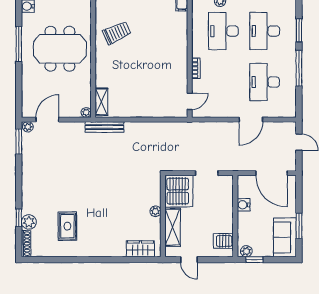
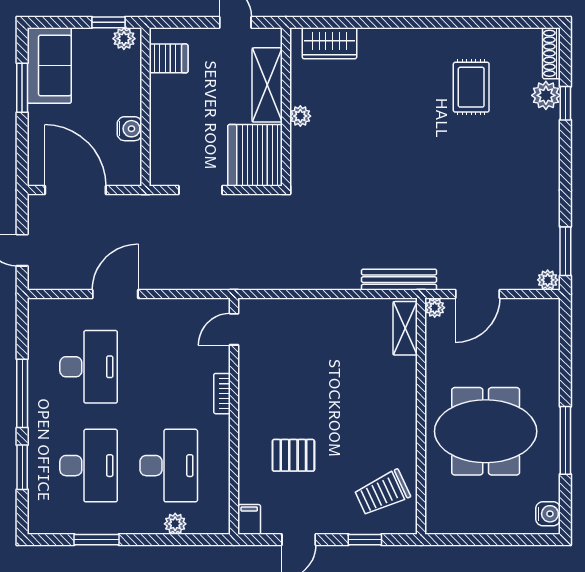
trolley: (117, 33) -> (382, 493), moved
pallet: (159, 36) -> (293, 455), added
door: (47, 120) -> (477, 294), moved

